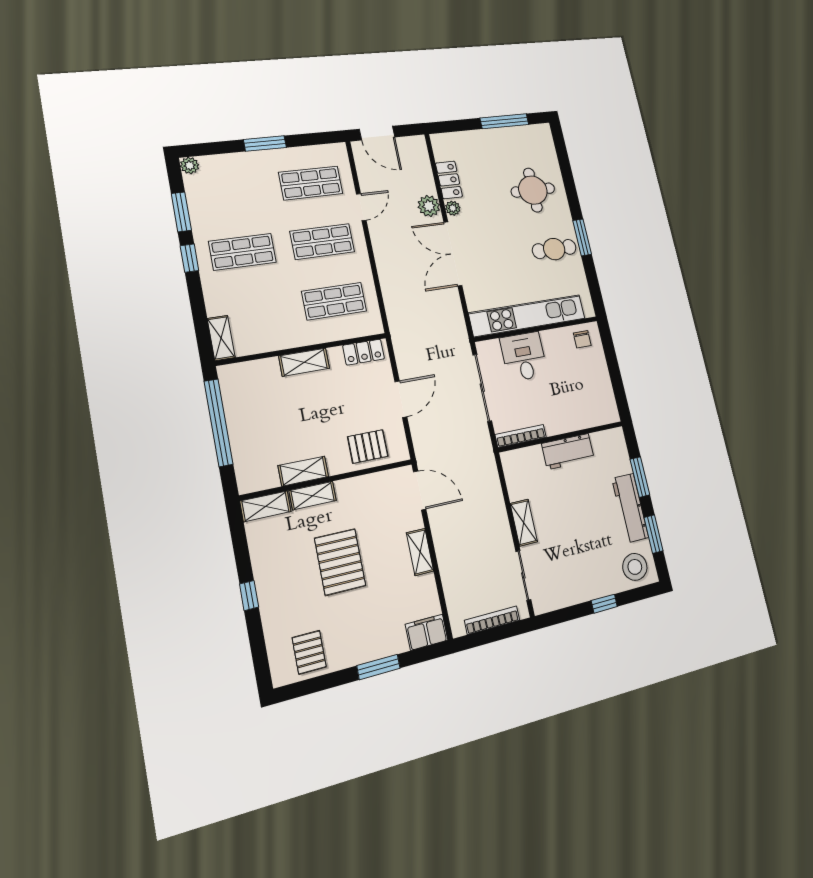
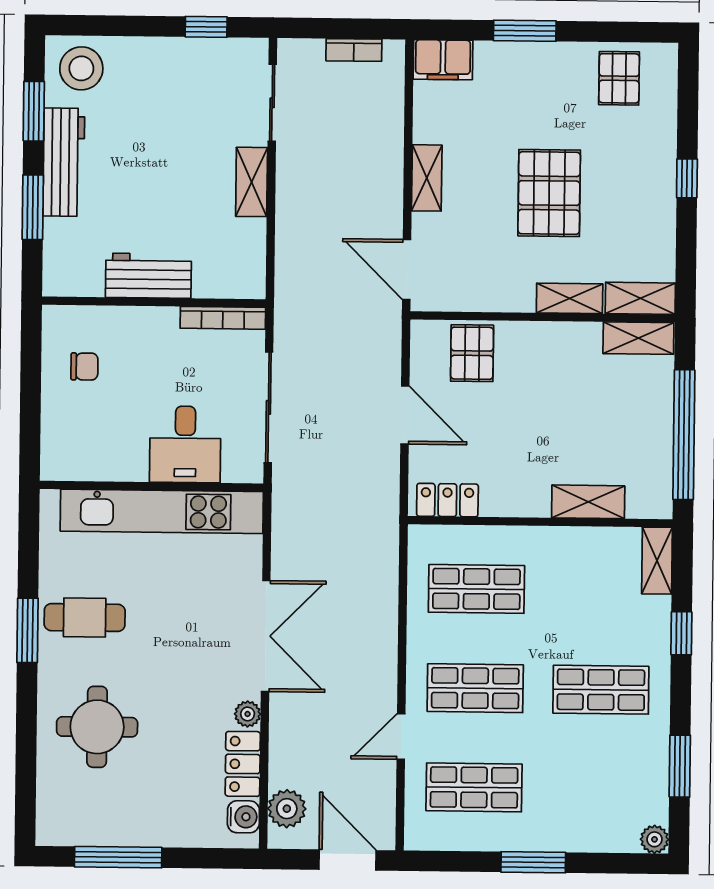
water cooler: (442, 151) -> (243, 817), added
plant: (429, 206) -> (287, 809), moved
window: (189, 258) -> (681, 633), moved
chair: (582, 339) -> (84, 367), moved, turned 90
shelving: (304, 362) -> (588, 502), moved
door: (401, 399) -> (405, 415), swing flipped
pallet: (368, 446) -> (472, 353), turned 90
shelving: (303, 471) -> (638, 338), moved
window: (604, 604) -> (206, 27), moved
bookcase: (492, 620) -> (354, 50), width x0.64

